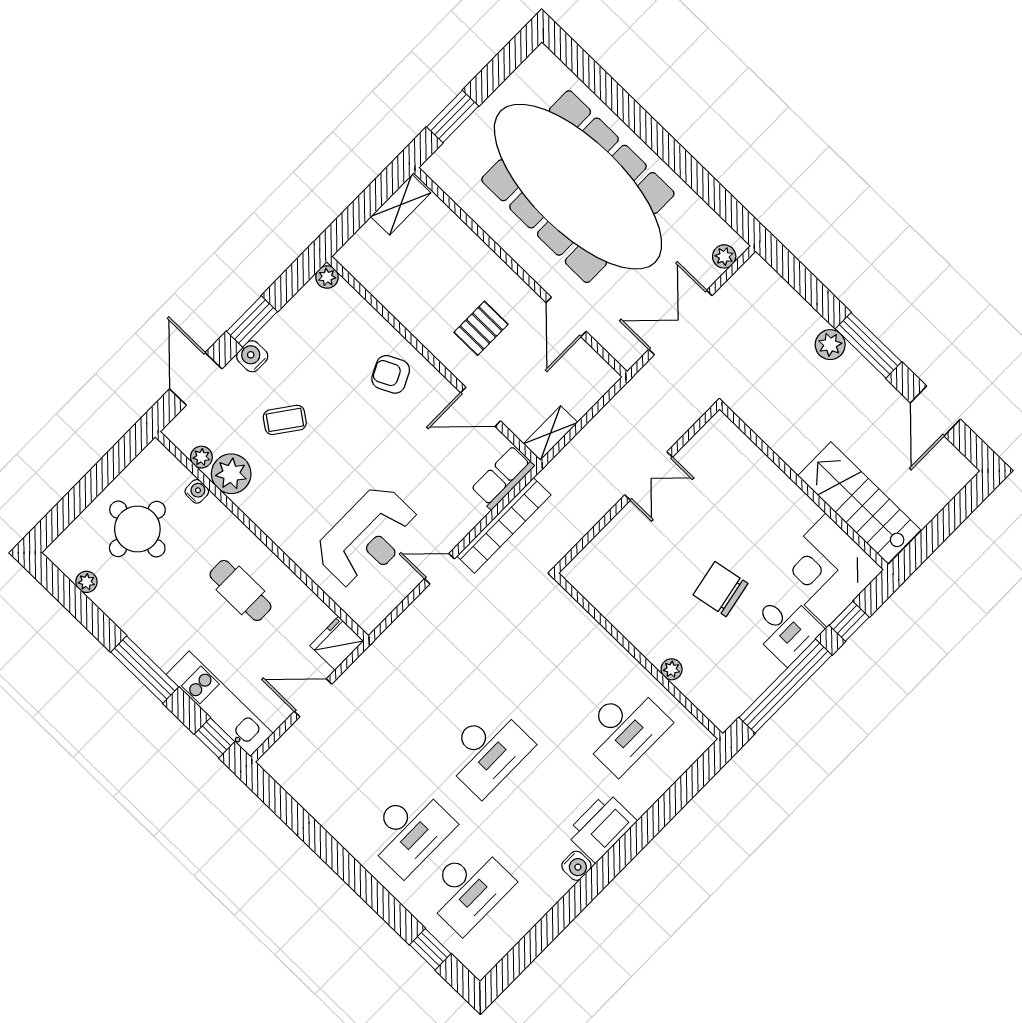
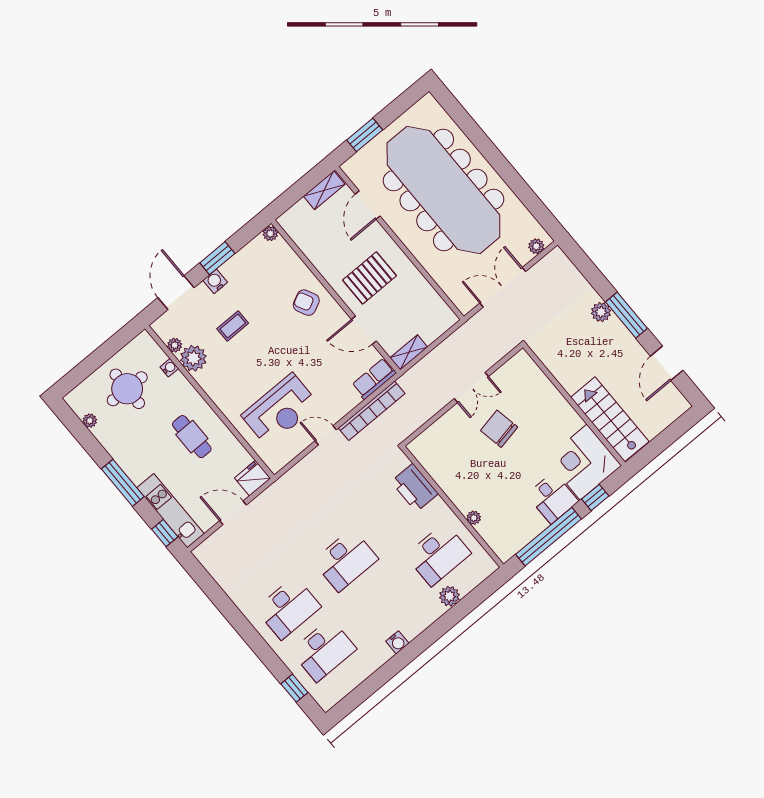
door: (566, 317) -> (368, 205), moved
pallet: (481, 328) -> (370, 278), width x1.50, depth x1.42
coffee table: (285, 420) -> (233, 326), turned -36
chair: (720, 589) -> (499, 429), moved
plant: (647, 789) -> (449, 596), added
printer: (601, 827) -> (415, 488), moved, turned -90

